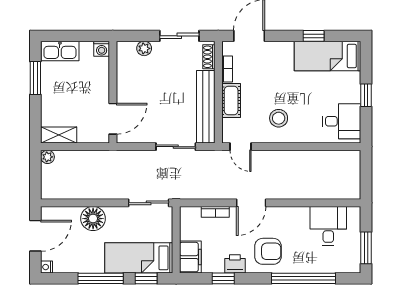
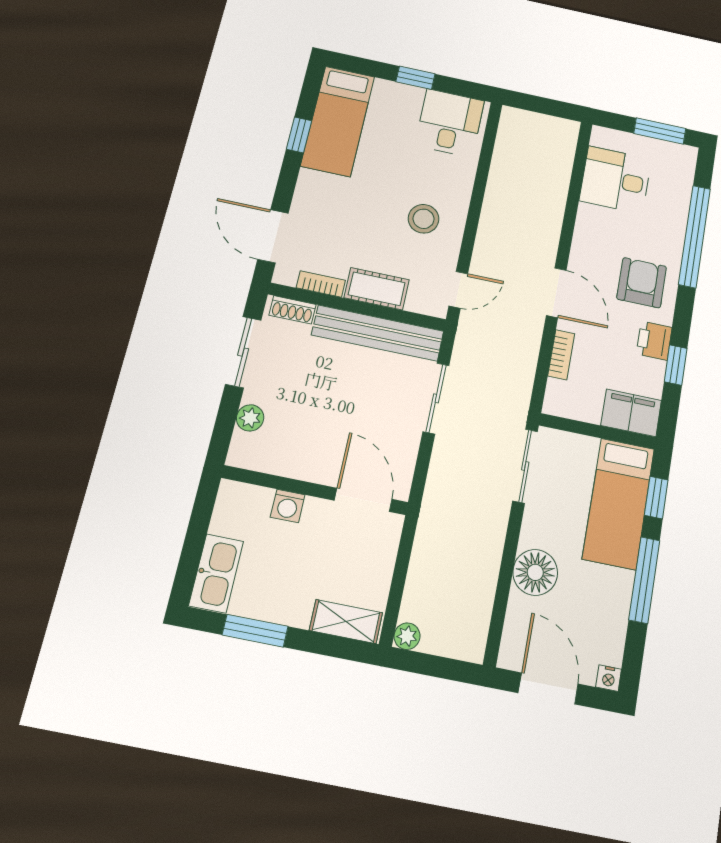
washing machine: (102, 49) -> (288, 506), moved, turned 90
shelving: (59, 135) -> (346, 622), moved, turned 90

